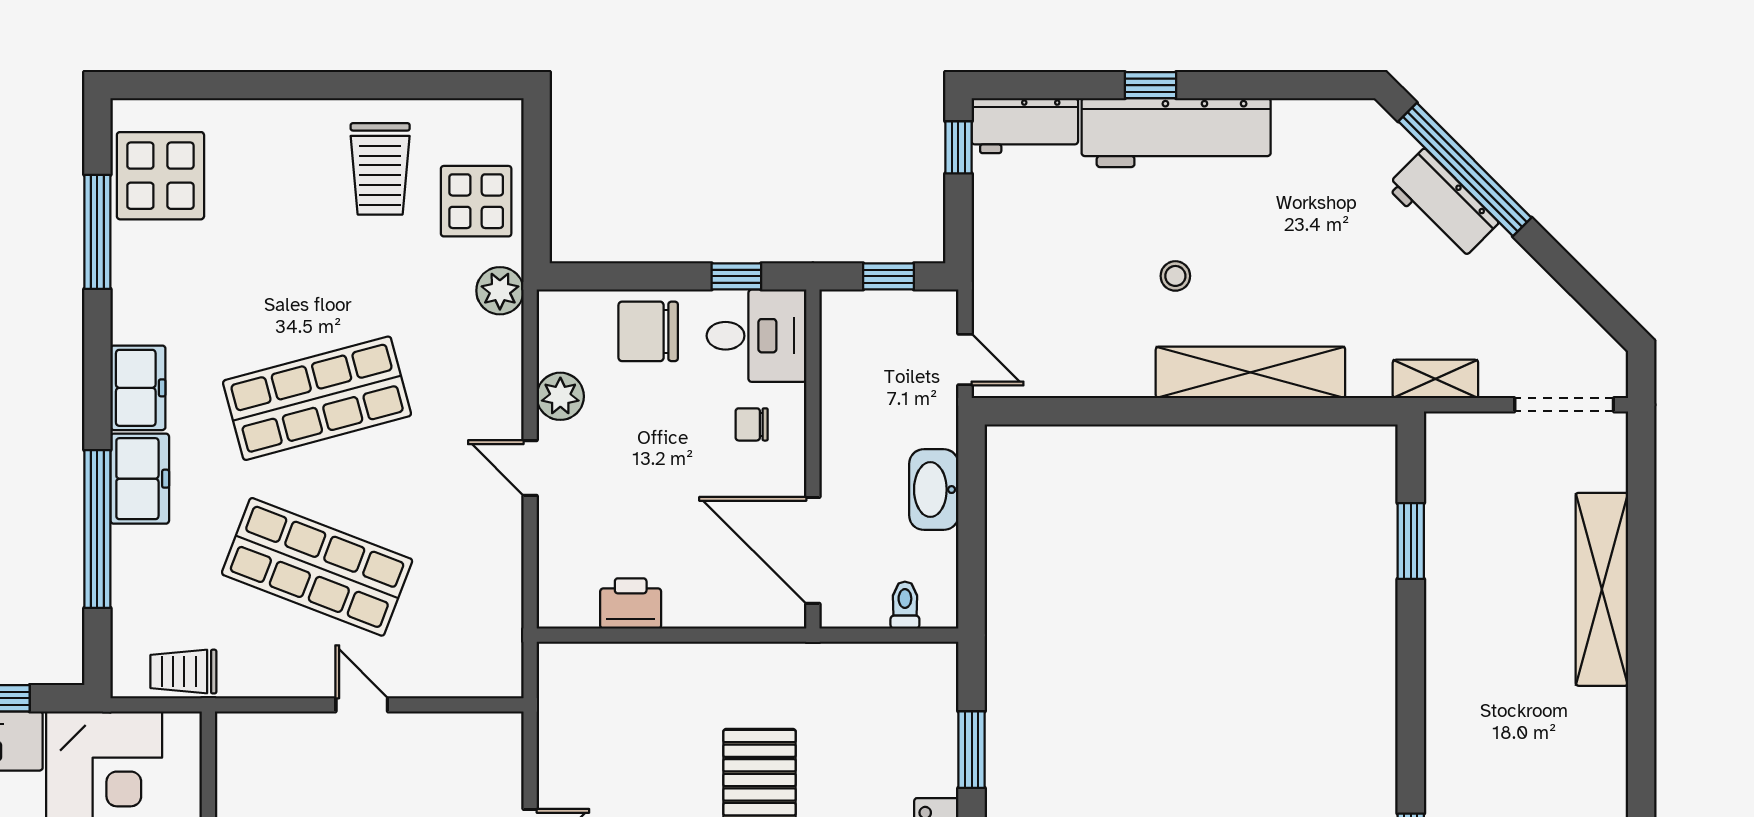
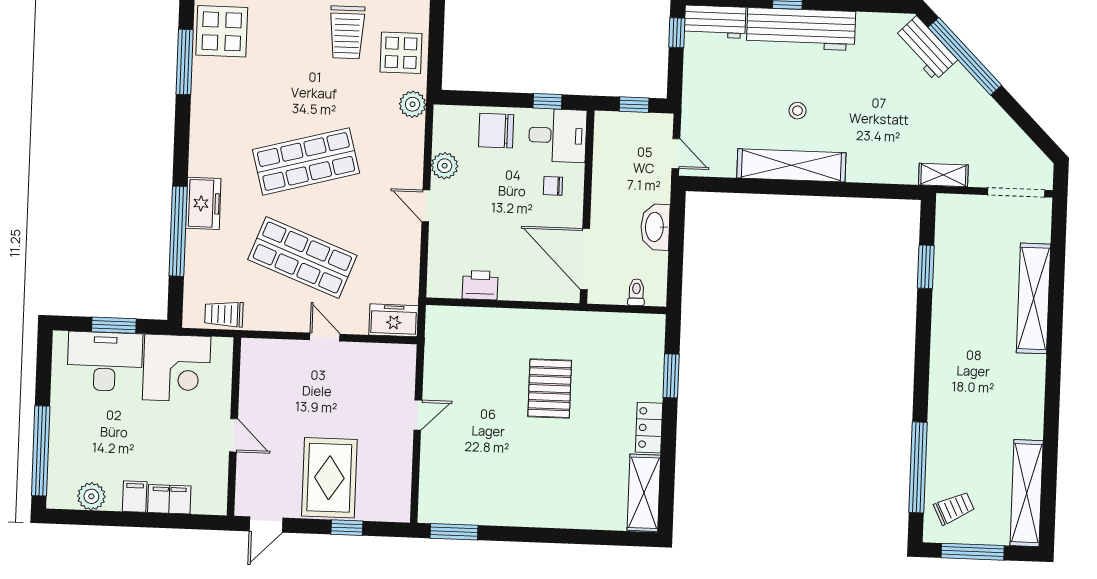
workbench: (1443, 204) -> (926, 48), moved
shelving: (1250, 372) -> (791, 165), moved
freezer: (138, 388) -> (394, 320), moved, turned -90

